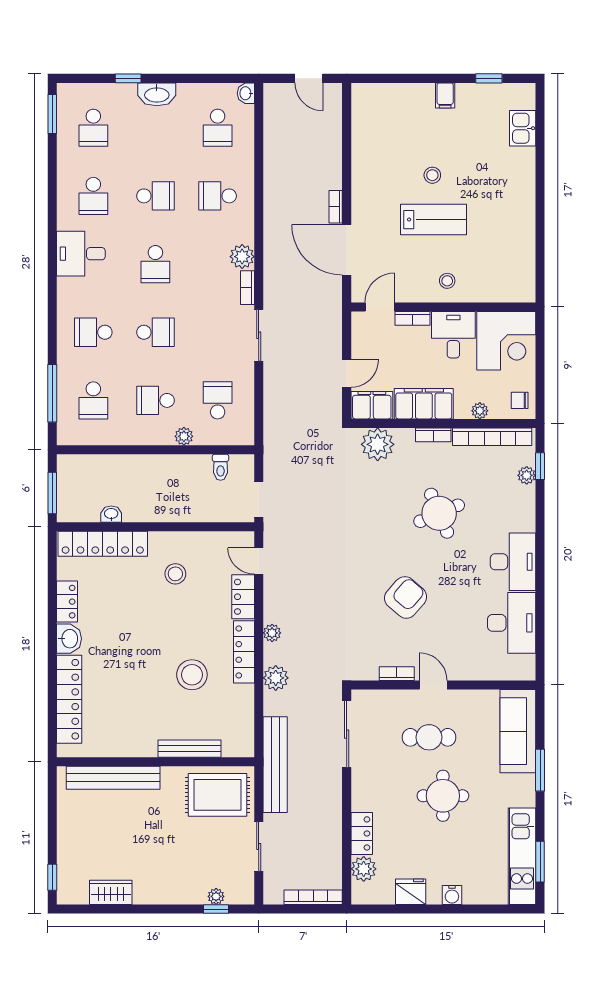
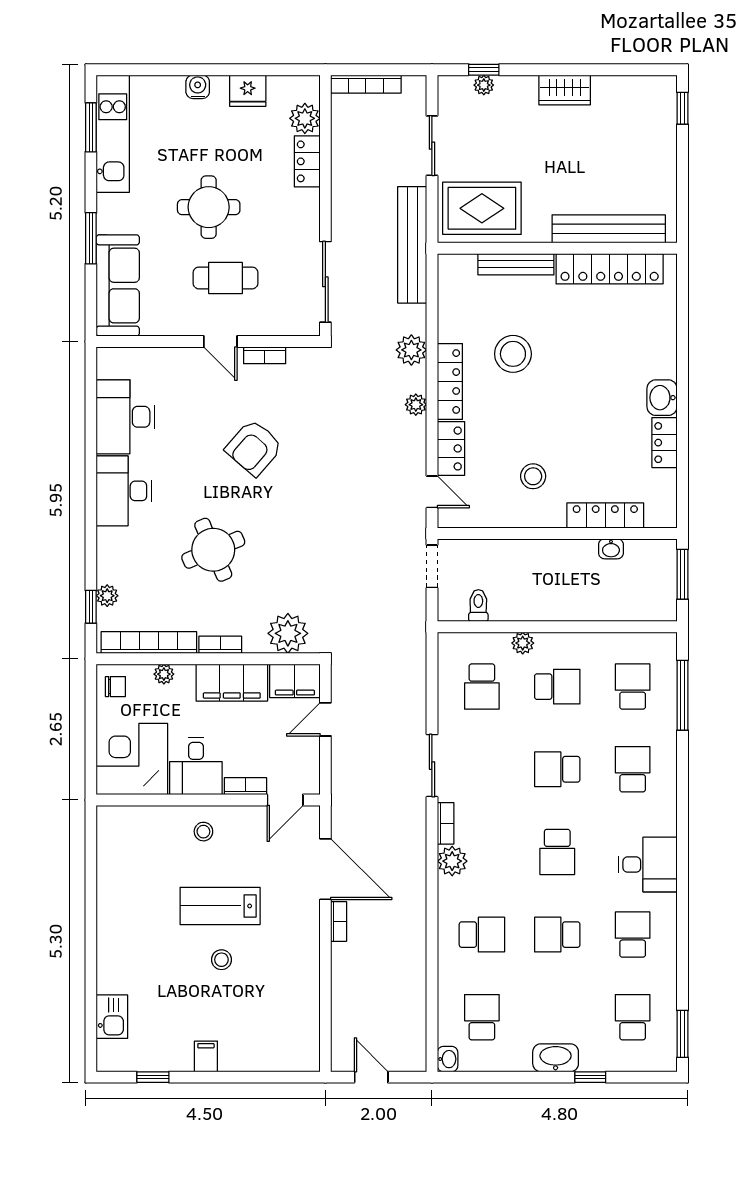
school desk: (155, 264) -> (557, 852), turned 180
school desk: (93, 332) -> (633, 769), turned -90
locker: (103, 544) -> (605, 515), width x0.71, depth x0.83
locker: (69, 699) -> (610, 269), moved, turned -90
wardrobe: (111, 892) -> (565, 90), moved

